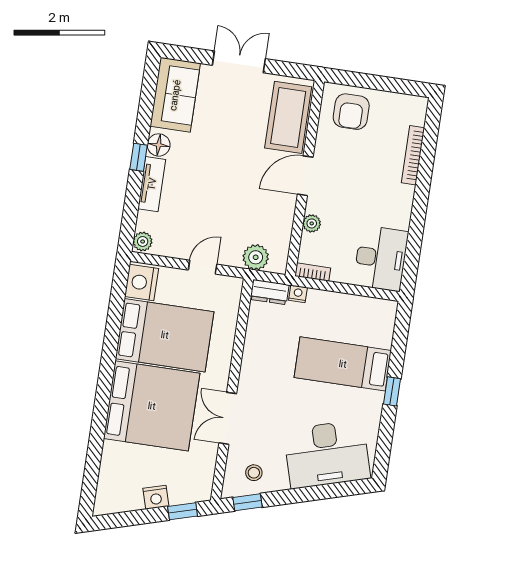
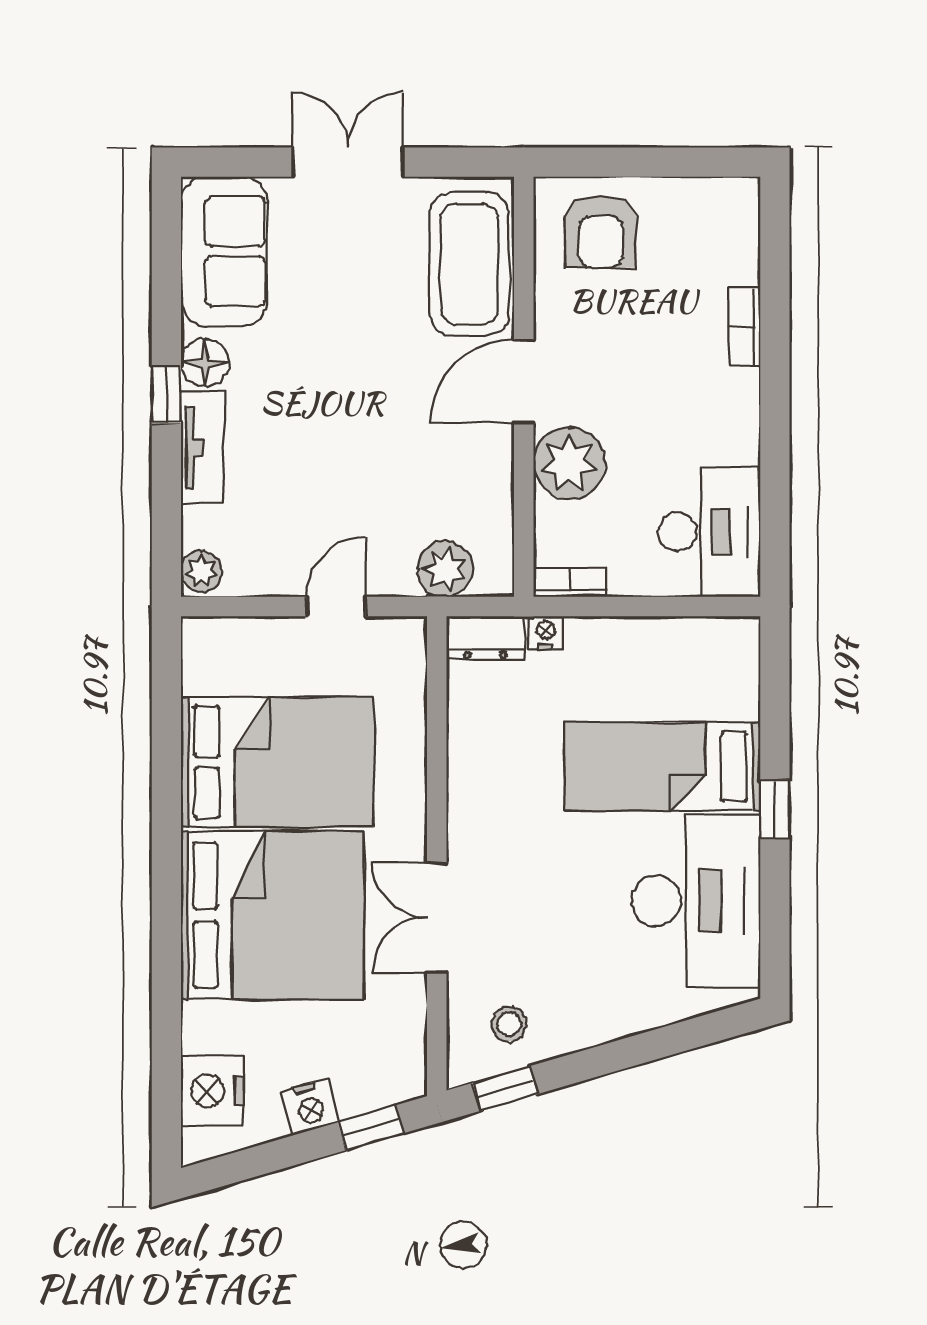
bookcase: (413, 155) -> (745, 326), width x0.64
plant: (312, 223) -> (569, 463), width x1.88, depth x1.88
nightstand: (142, 282) -> (212, 1091), moved
desk: (327, 454) -> (696, 901), moved, turned -74

